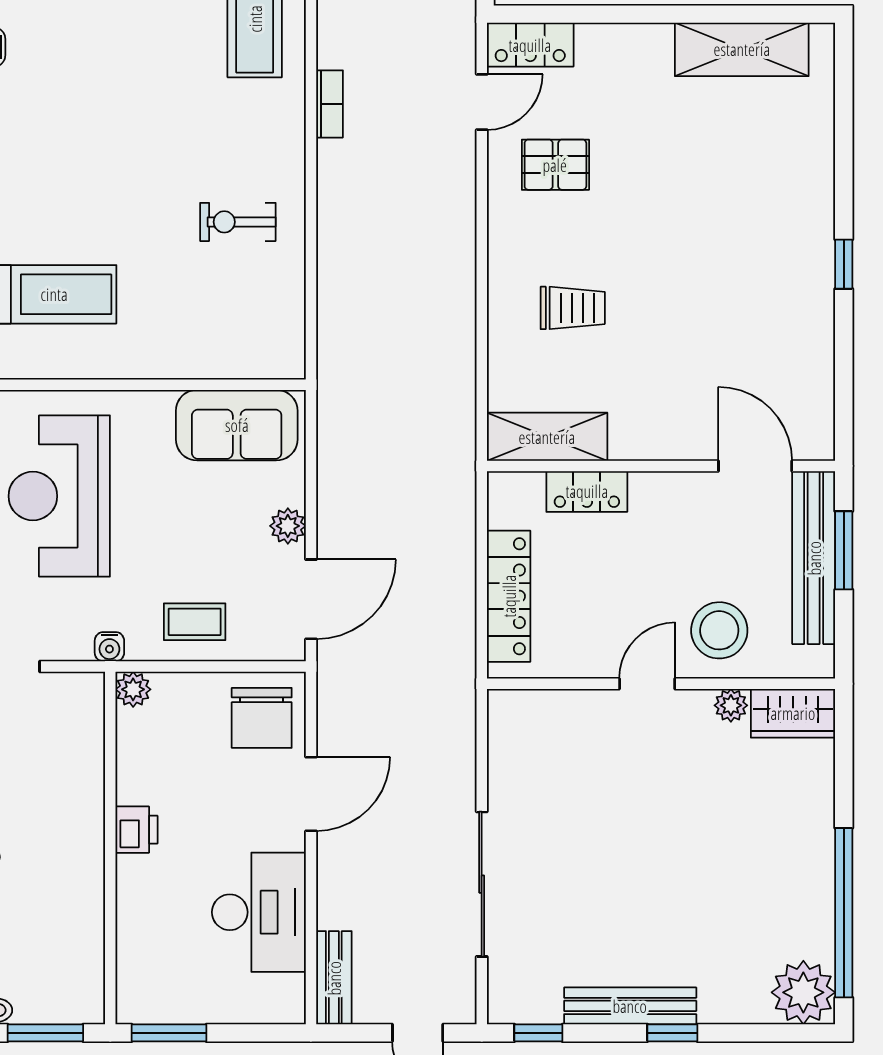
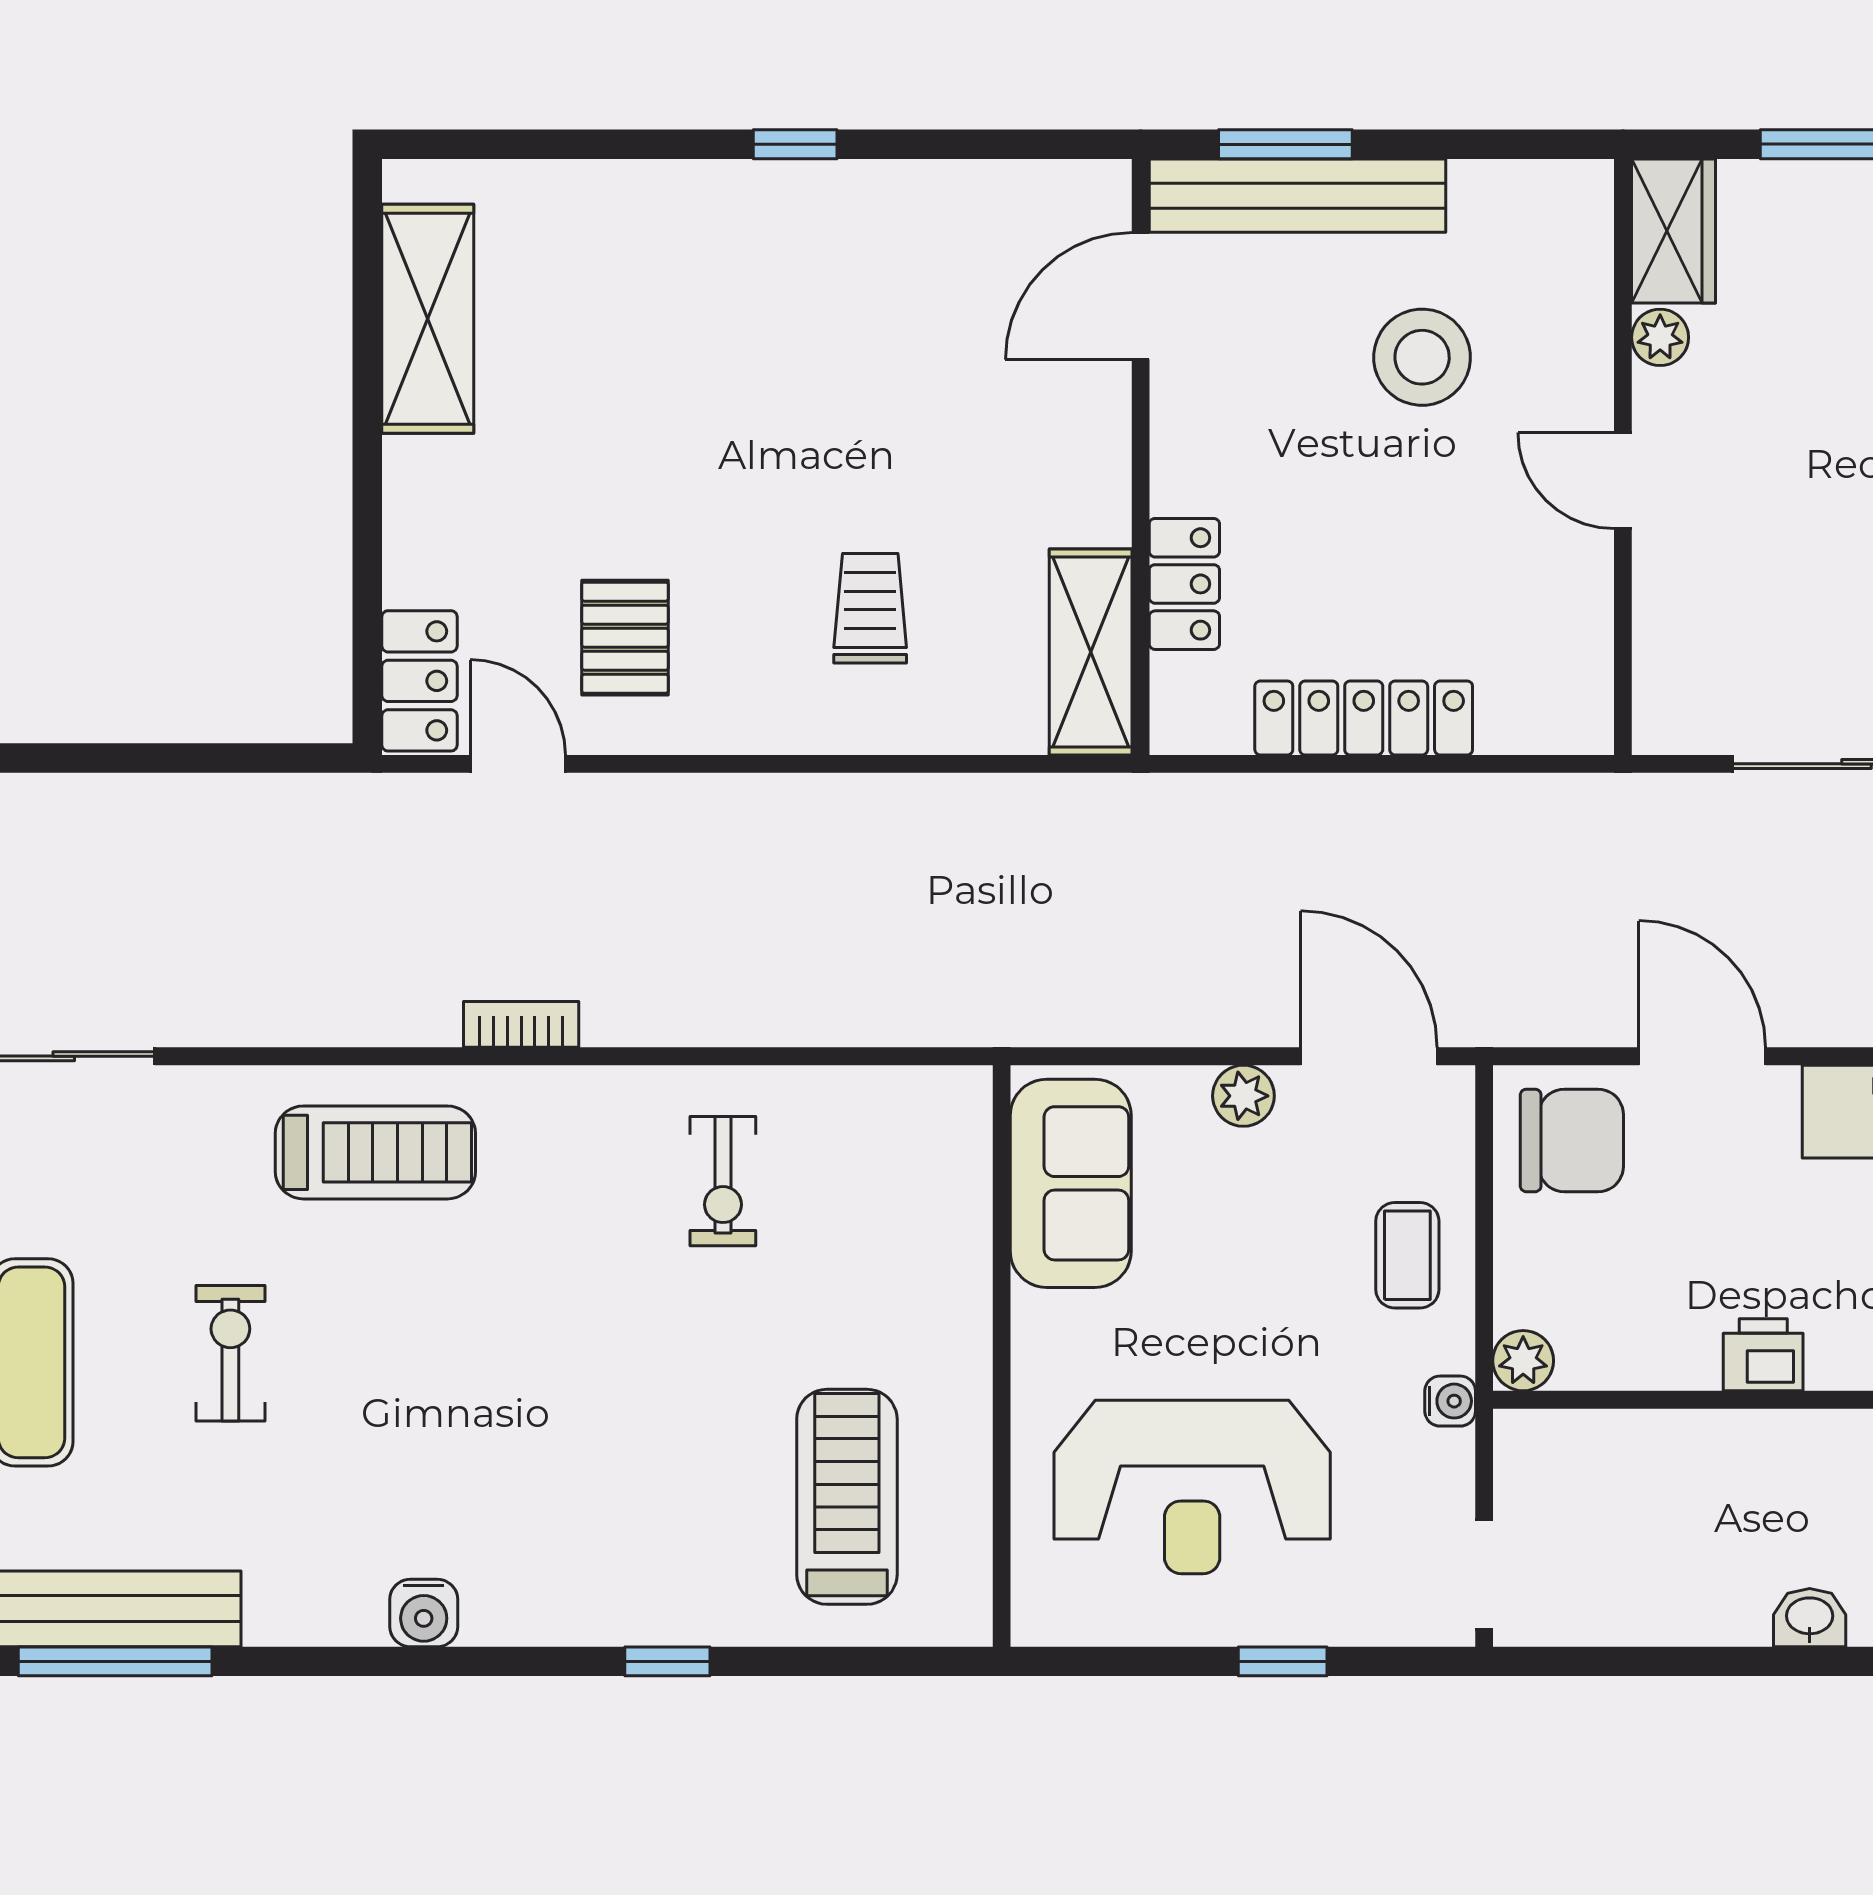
door: (647, 684) -> (1623, 481), moved
wall: (661, 684) -> (1623, 457), moved
plant: (731, 705) -> (1660, 337), moved
wardrobe: (793, 713) -> (1674, 231), moved

